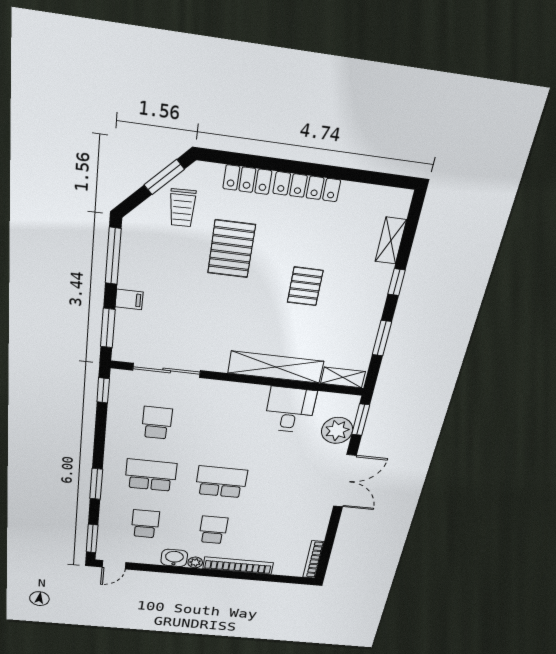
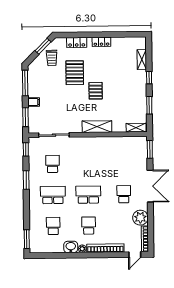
locker: (307, 187) -> (101, 42), width x0.66
pallet: (305, 286) -> (96, 91), moved
shelving: (276, 367) -> (97, 127), width x0.68
desk: (290, 410) -> (115, 148), removed
plant: (337, 430) -> (140, 218), moved
window: (96, 484) -> (26, 180), moved
school desk: (290, 489) -> (124, 194), added
door: (114, 565) -> (135, 255), moved

